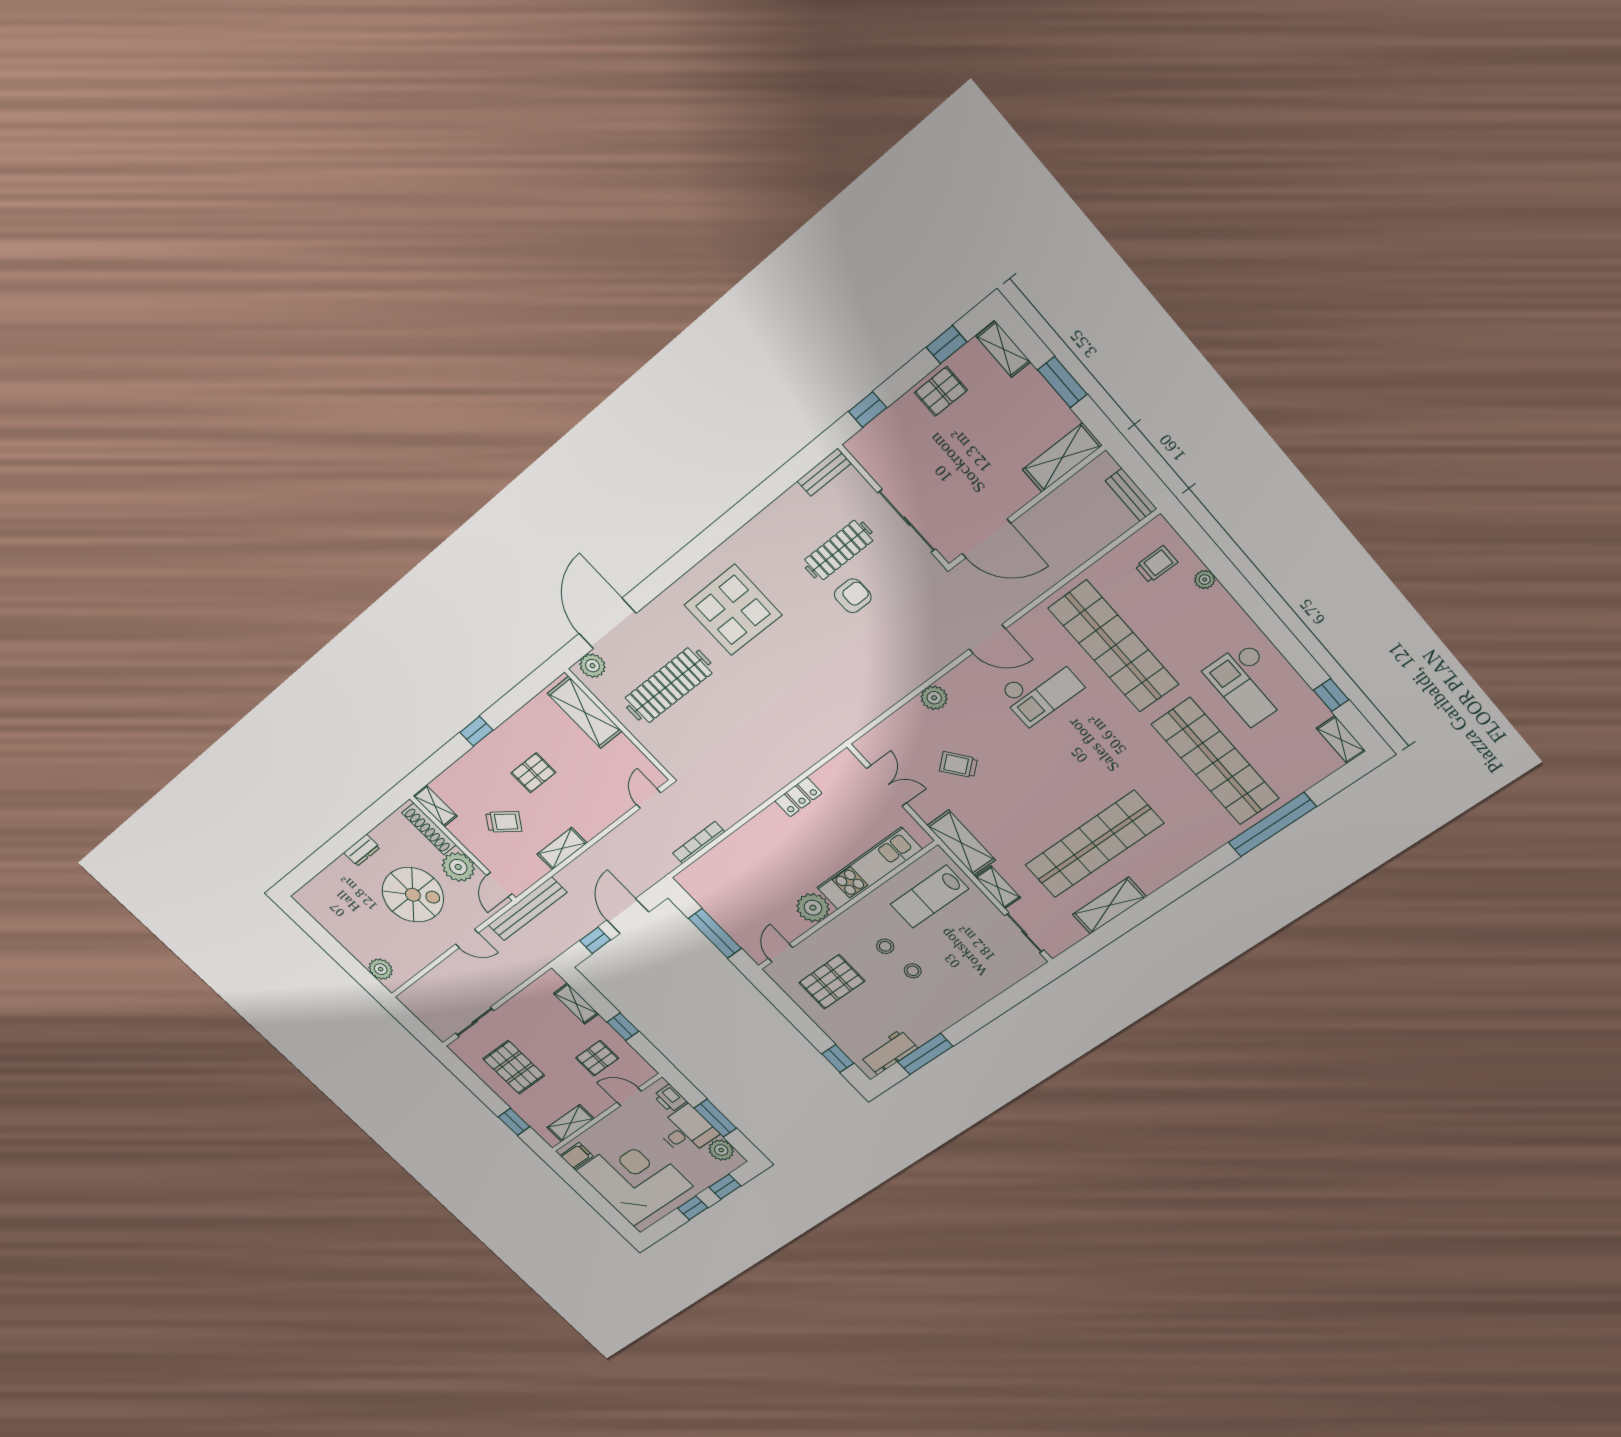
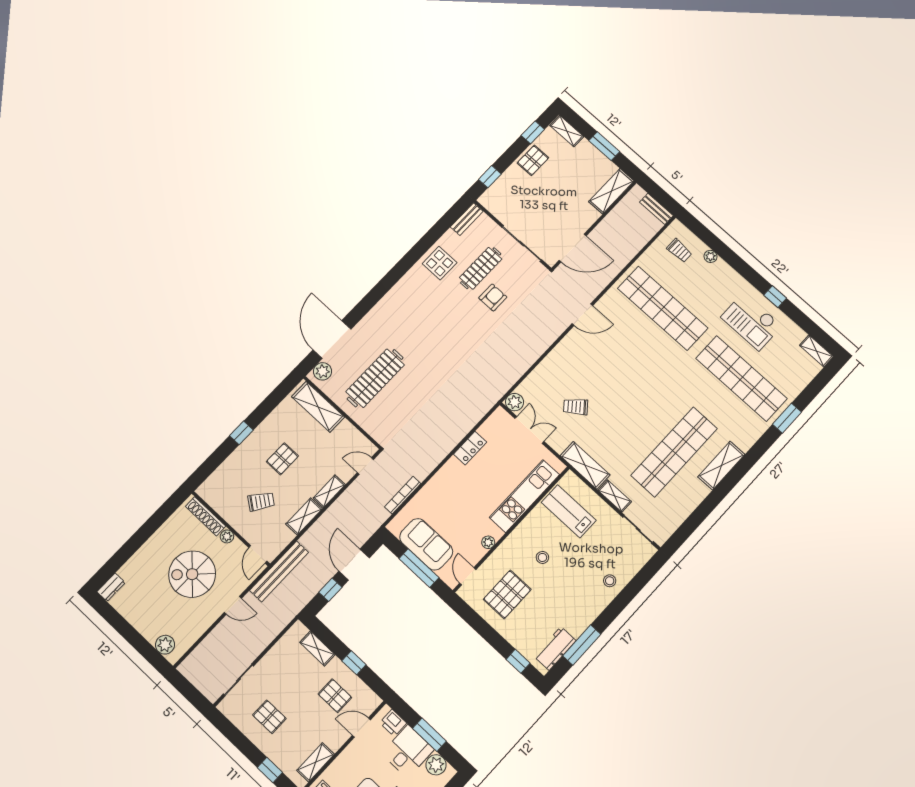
trolley: (1156, 564) -> (679, 251), turned 90
display table: (733, 610) -> (440, 263), moved, width x0.54, depth x0.54
checkout: (1041, 690) -> (622, 345), removed
window: (1331, 695) -> (775, 297), moved
plant: (934, 698) -> (515, 402), moved
door: (649, 799) -> (365, 466), hinge flipped
shelving: (435, 806) -> (329, 491), moved, turned 90
window: (1272, 825) -> (787, 418), width x0.47
dresser: (362, 850) -> (111, 587), moved
plant: (458, 867) -> (227, 536), width x0.53, depth x0.53
spiral stairs: (413, 895) -> (192, 574), turned 180
lab bench: (929, 897) -> (569, 511), turned 90
shelving: (1109, 906) -> (721, 466), moved
sofa: (727, 907) -> (426, 544), added
plant: (813, 908) -> (488, 542), width x0.53, depth x0.53
stool: (913, 971) -> (610, 581), moved
pallet: (597, 1058) -> (335, 696), turned 90
pallet: (514, 1067) -> (269, 717), width x0.67, depth x0.71

